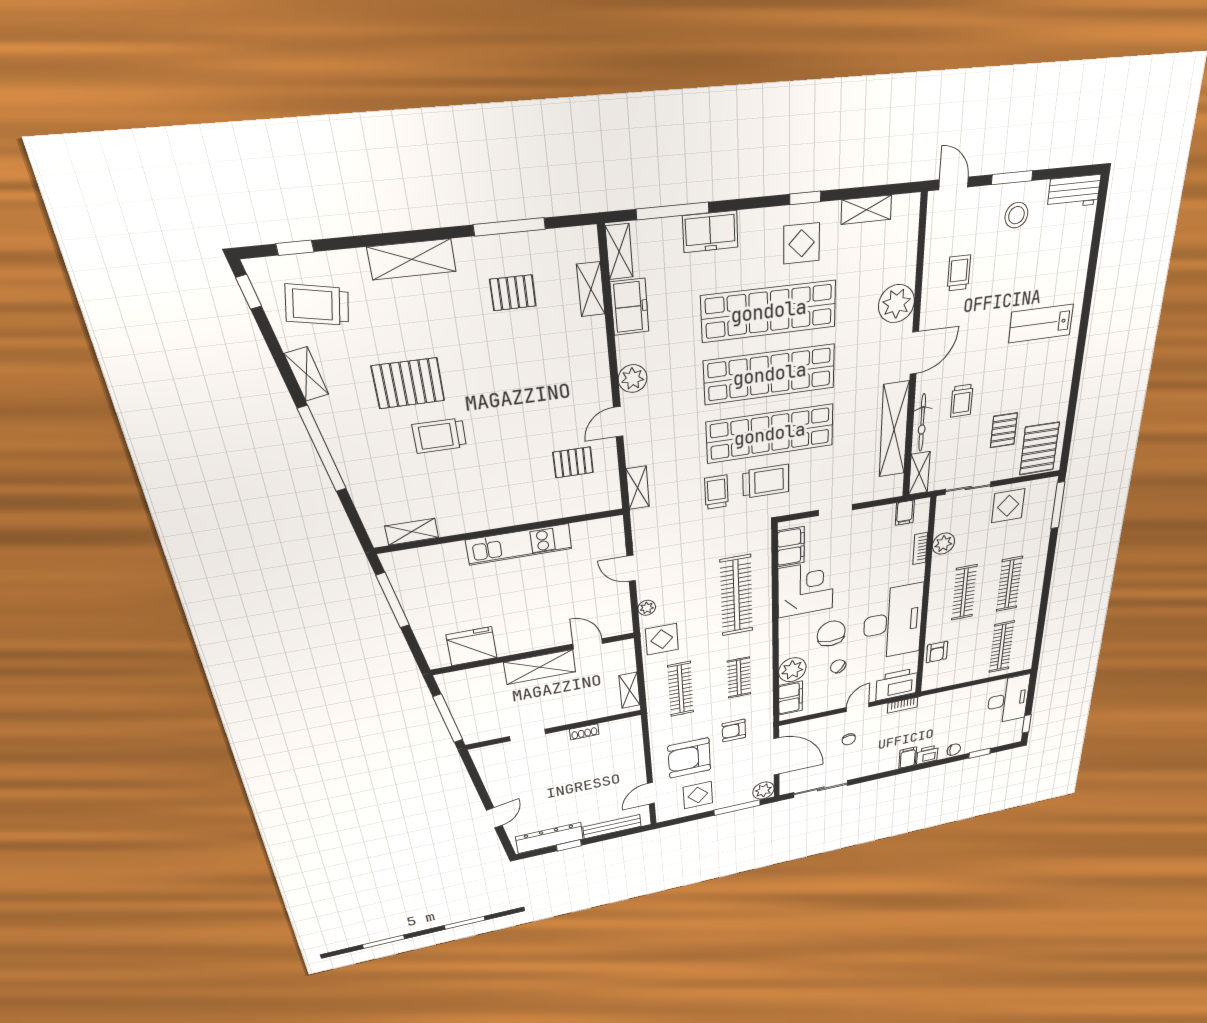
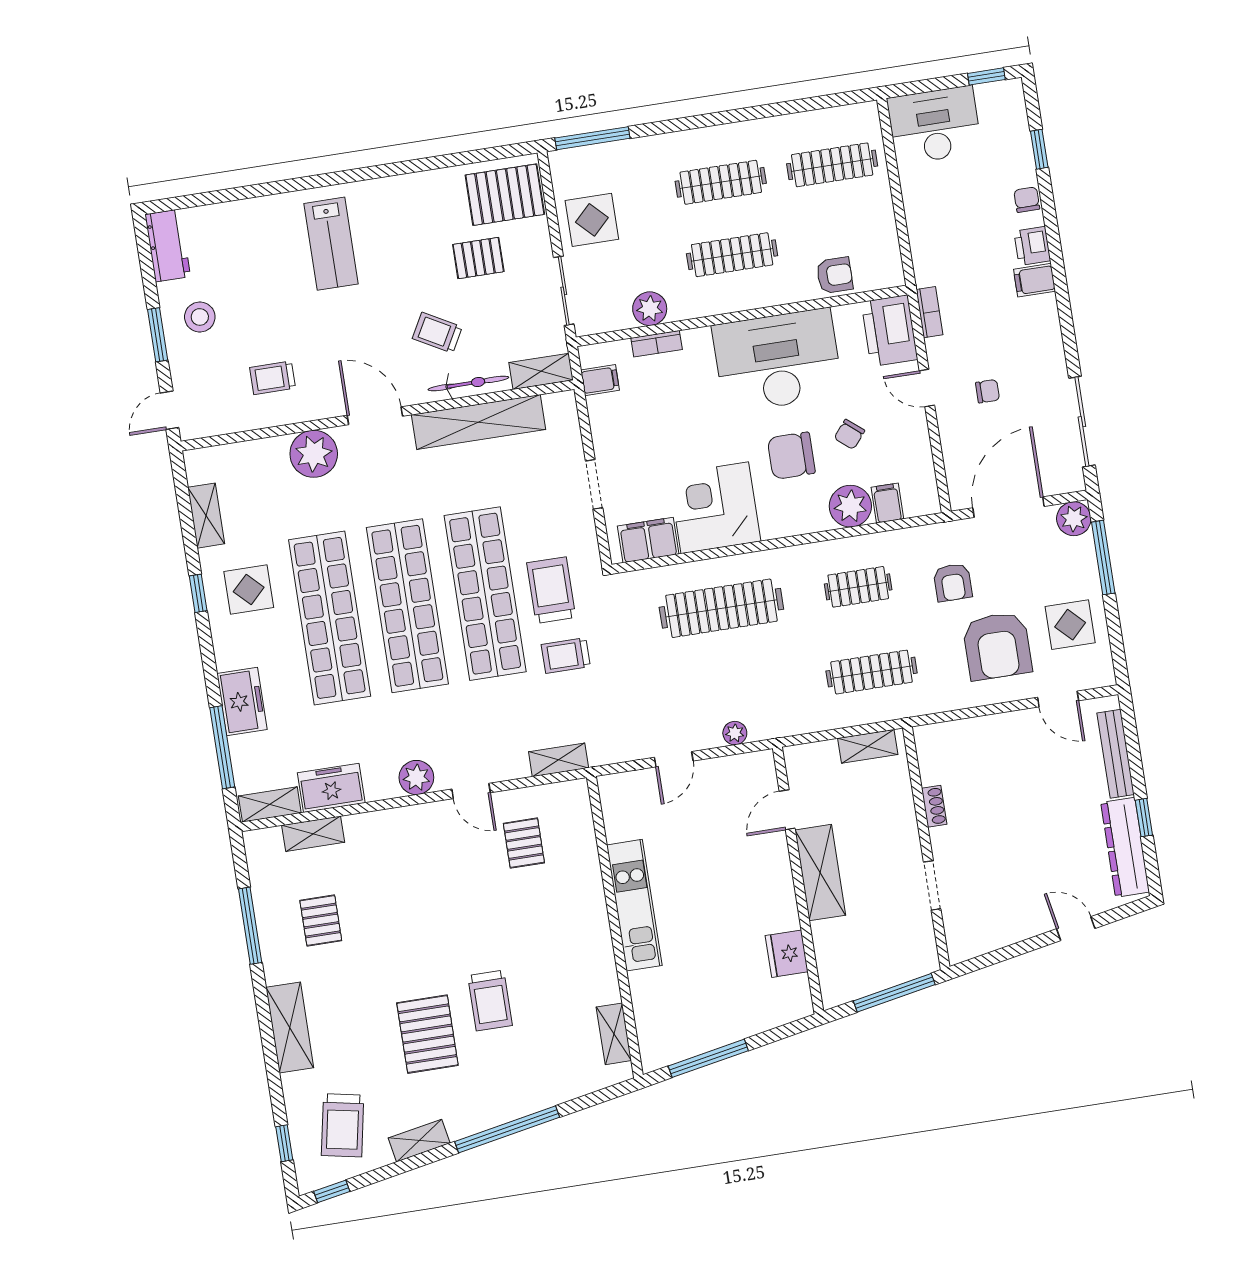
trolley: (962, 401) -> (437, 333), turned -151
display table: (662, 639) -> (786, 707), removed
fridge: (472, 646) -> (787, 954), width x0.73, depth x0.75
filing cabinet: (791, 698) -> (887, 503), width x0.50

